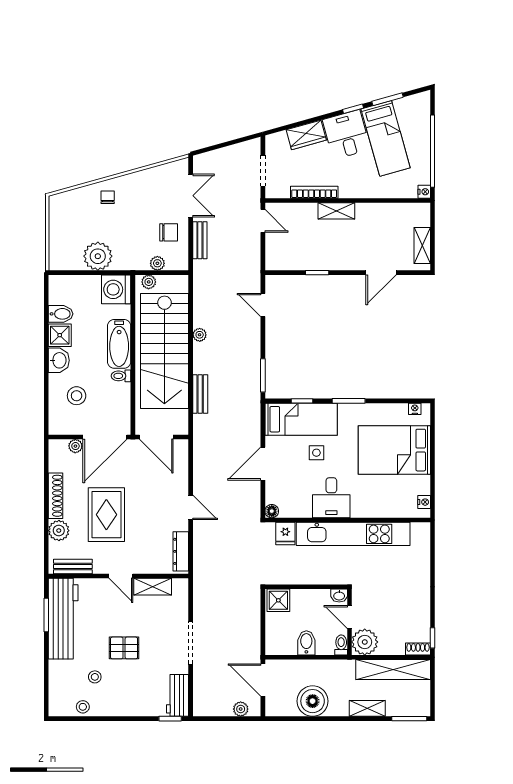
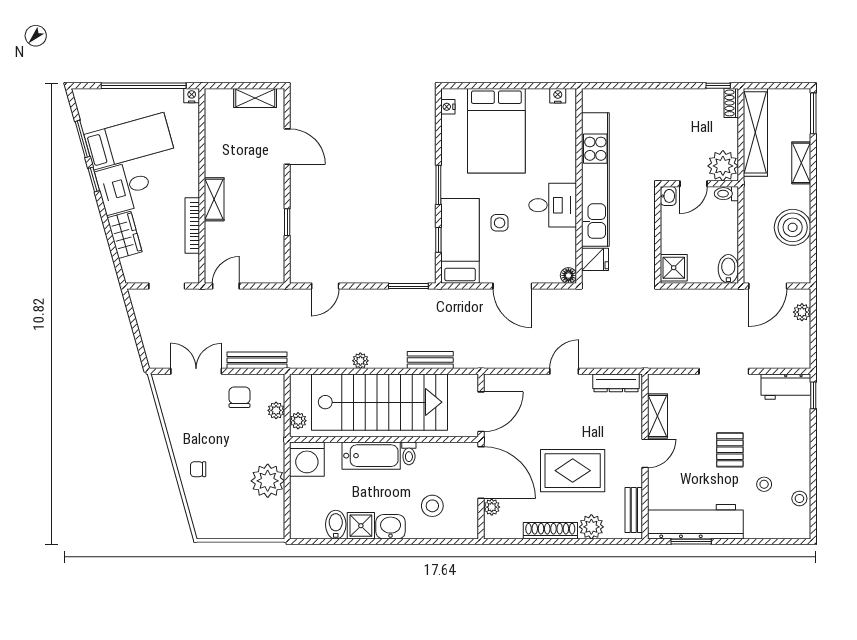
bench: (200, 240) -> (257, 360), width x1.36
bidet: (306, 643) -> (728, 269), moved, turned 90

